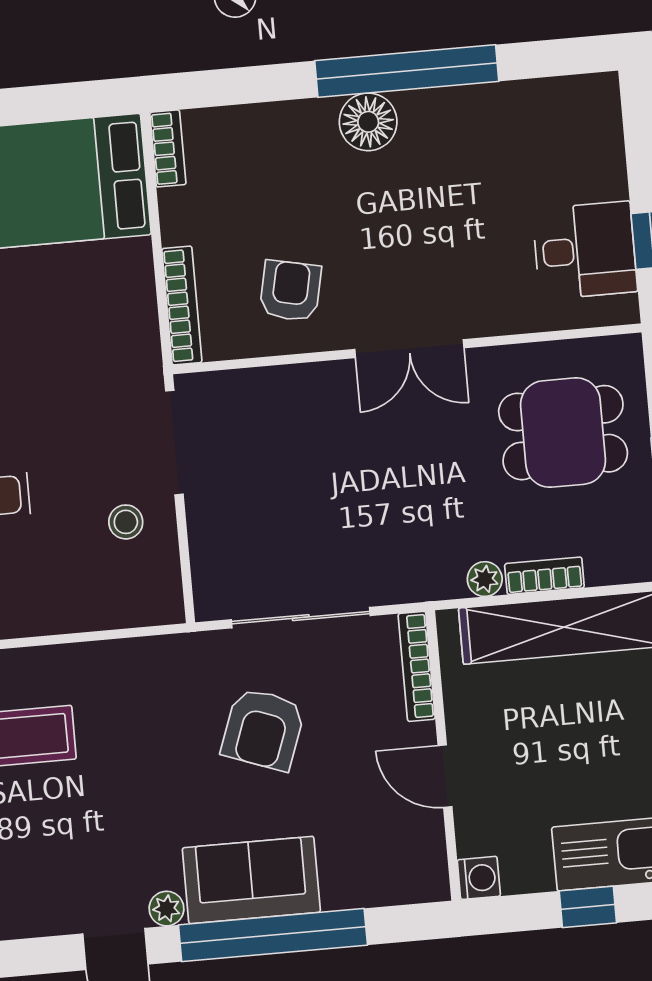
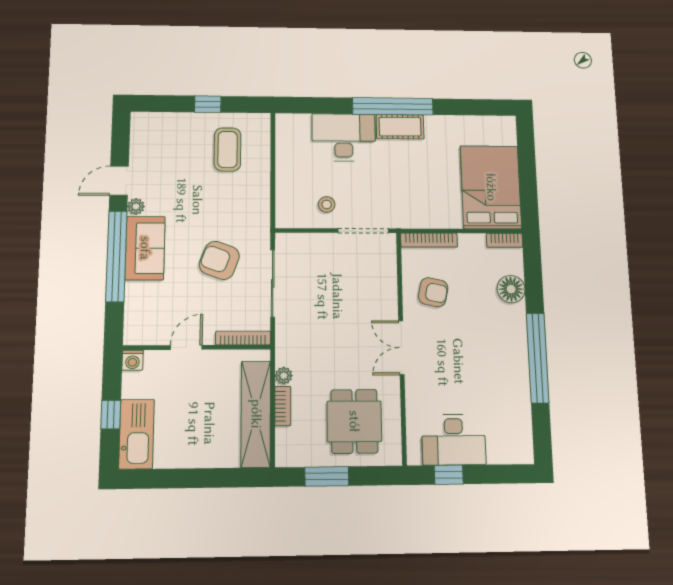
floor lamp: (368, 122) -> (511, 289), moved
desk: (585, 250) -> (454, 440), width x1.37

